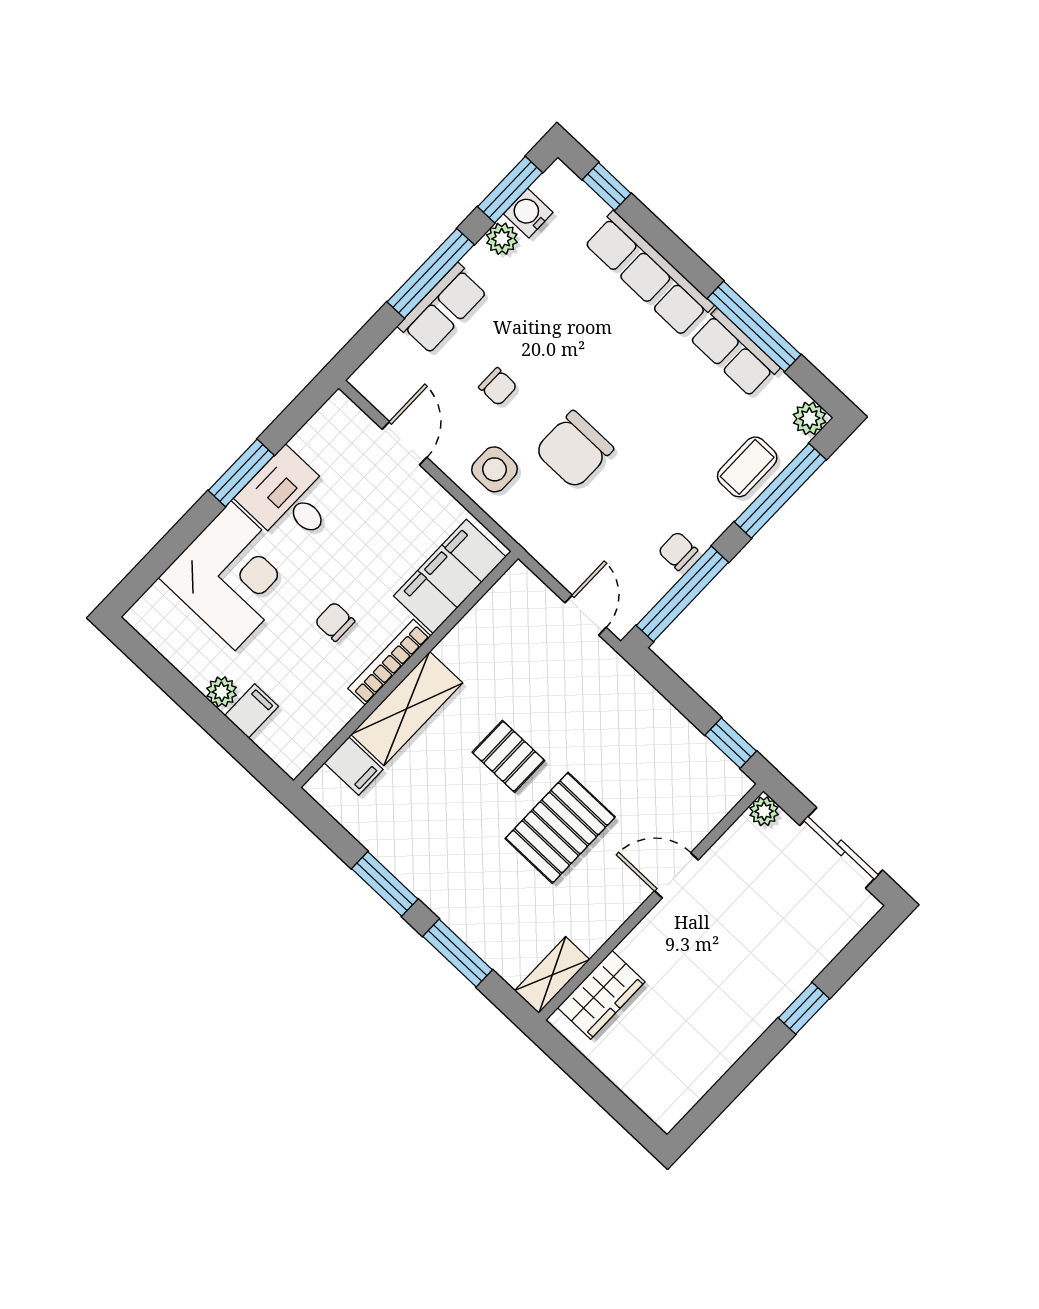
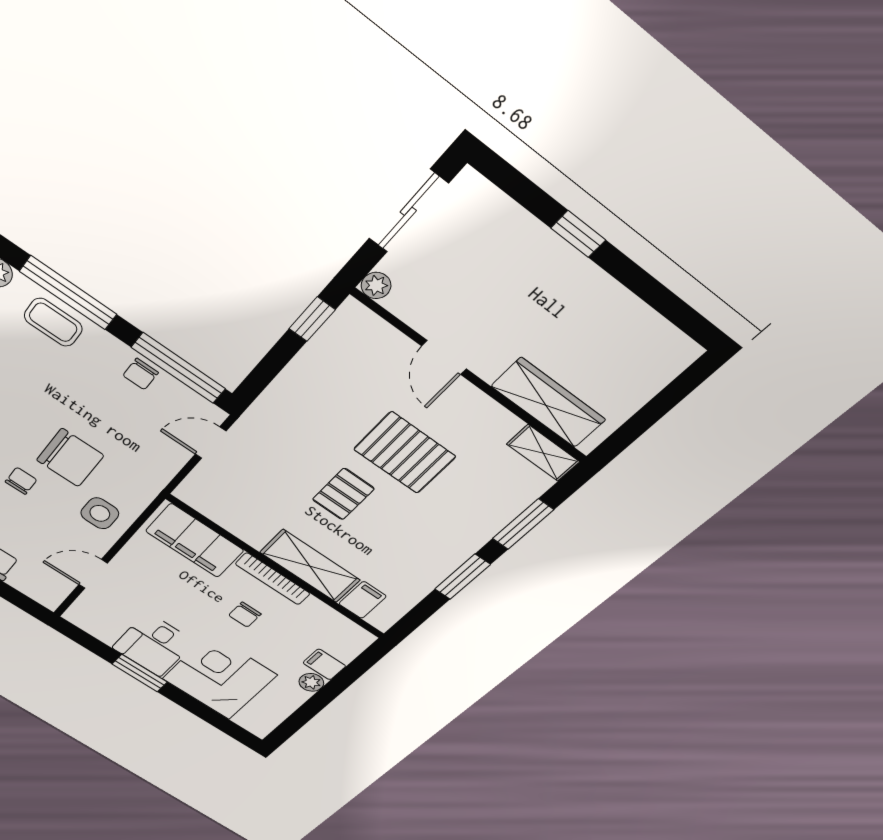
chair: (498, 387) -> (21, 481), moved
wardrobe: (601, 995) -> (548, 403), width x1.50

